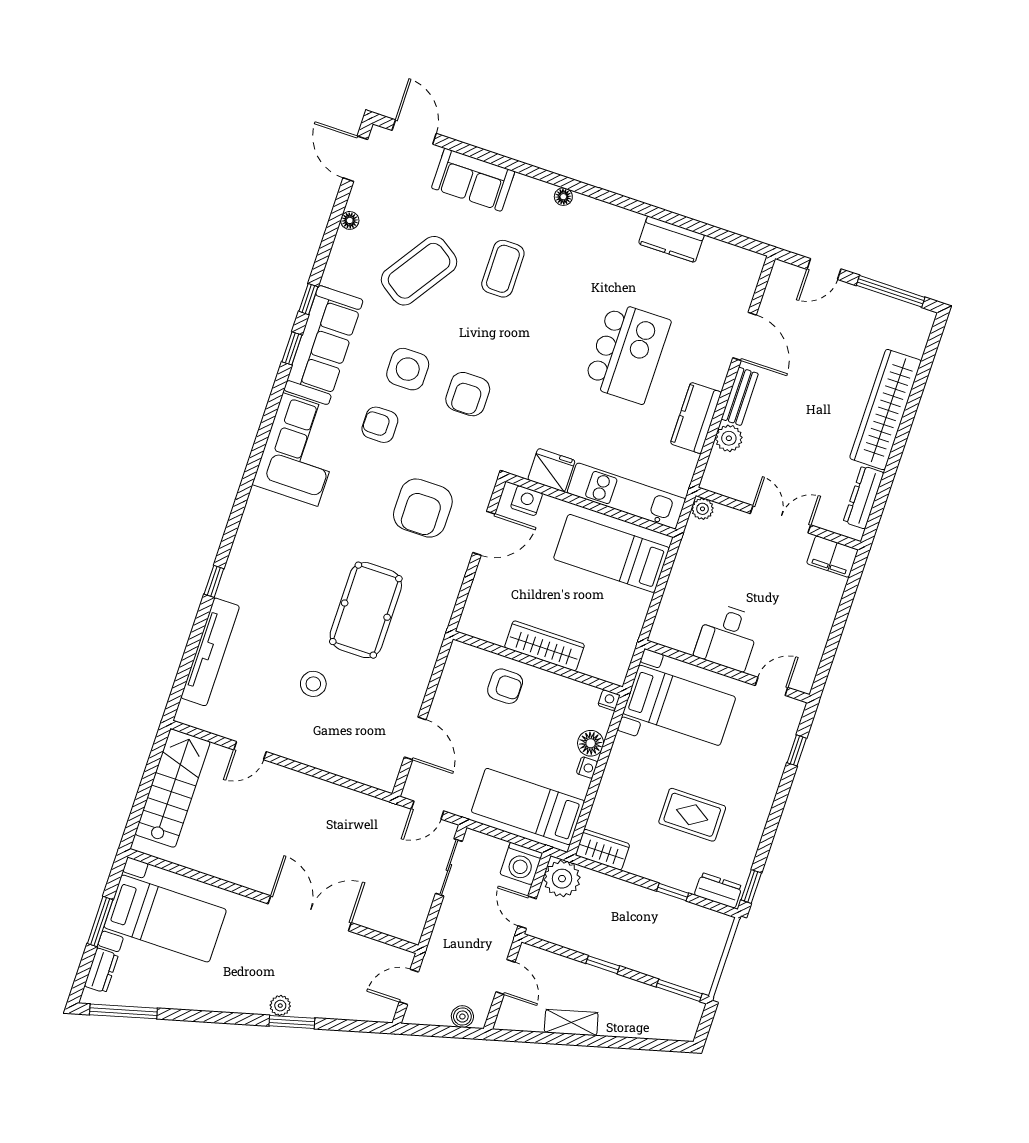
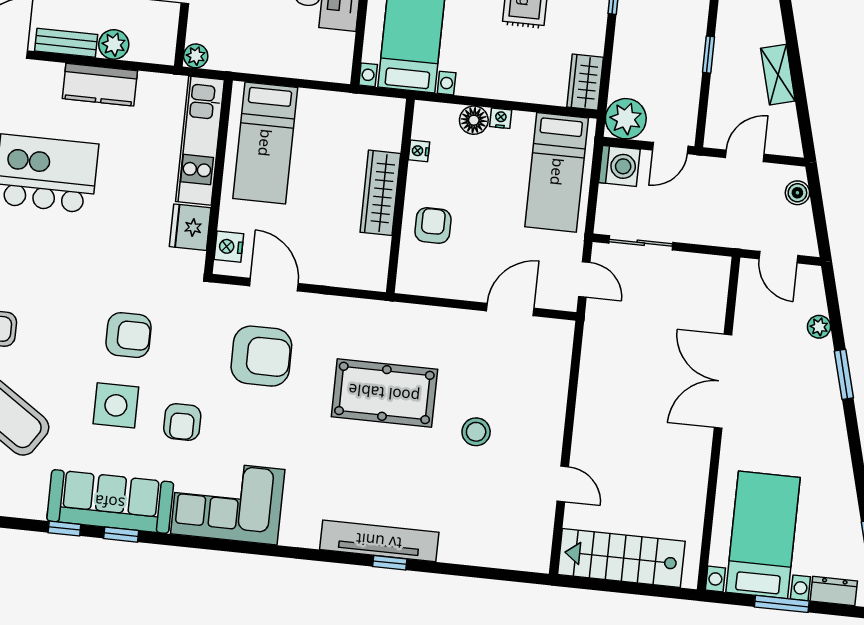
tv unit: (210, 652) -> (379, 541), moved
nightstand: (609, 700) -> (419, 151), moved
plant: (280, 1006) -> (819, 327), moved

